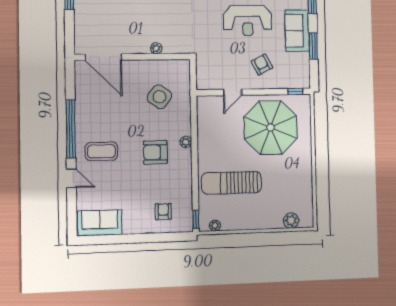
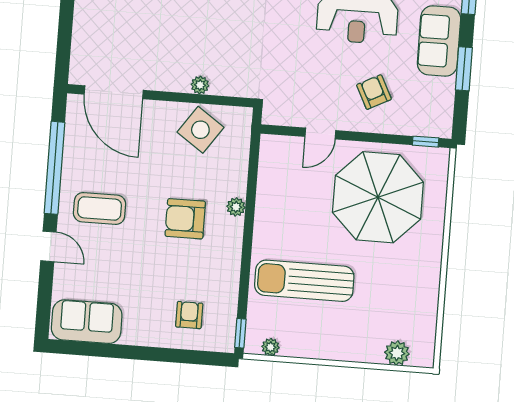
plant: (156, 48) -> (200, 85), moved
door: (103, 57) -> (114, 92), moved
wall: (133, 57) -> (160, 96), moved

